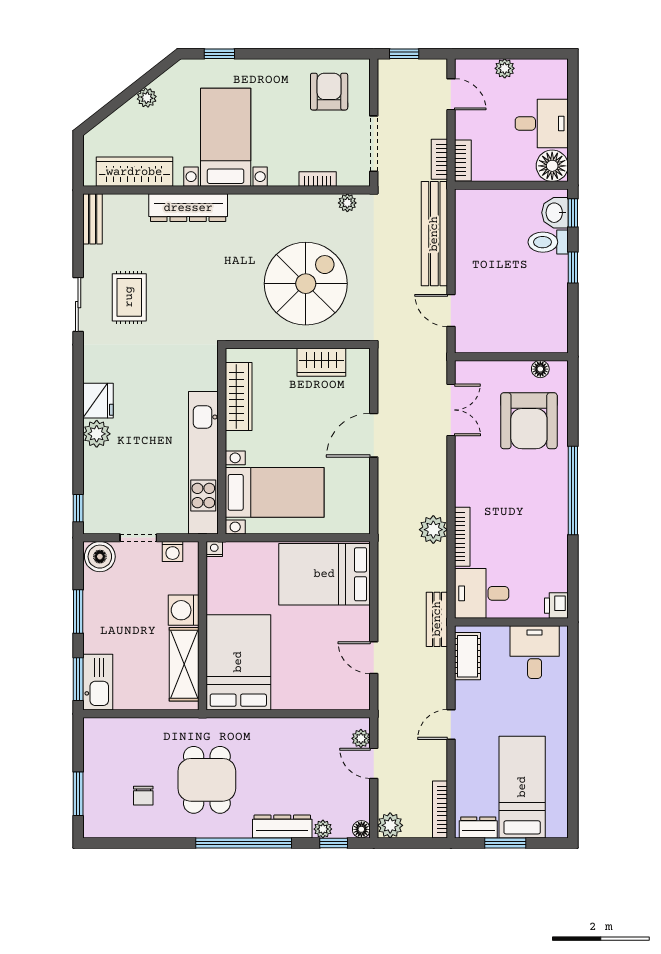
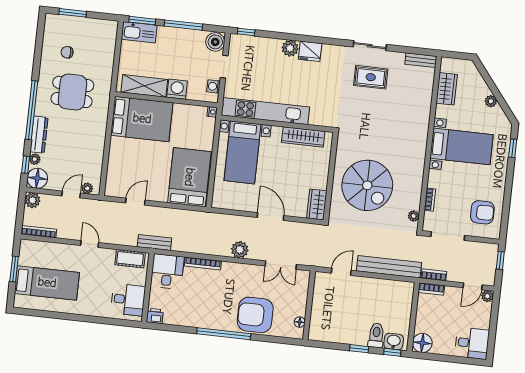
plant: (505, 68) -> (487, 296), moved
desk: (542, 124) -> (472, 343), moved, turned -90
wardrobe: (134, 172) -> (447, 89), width x0.67
dresser: (188, 208) -> (421, 119), removed
wardrobe: (321, 362) -> (317, 204), moved
armchair: (529, 421) -> (255, 315), moved
plant: (433, 530) -> (240, 250), moved
window: (78, 611) -> (183, 25), width x1.44
dresser: (478, 827) -> (25, 254), removed
floor lamp: (361, 829) -> (37, 178), width x1.89, depth x1.89

